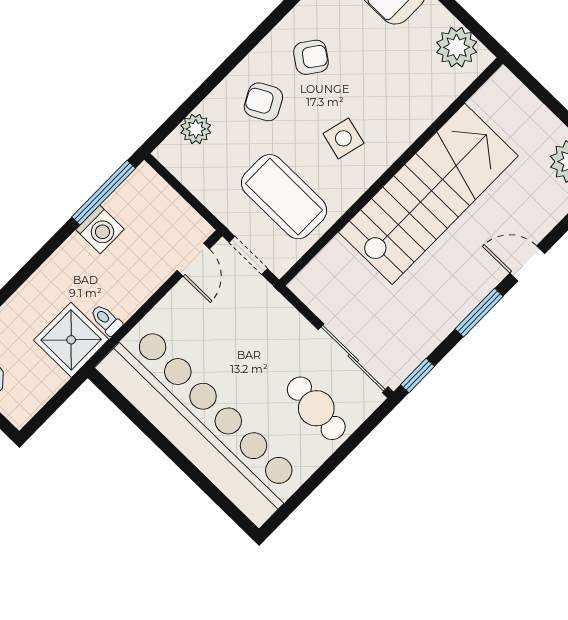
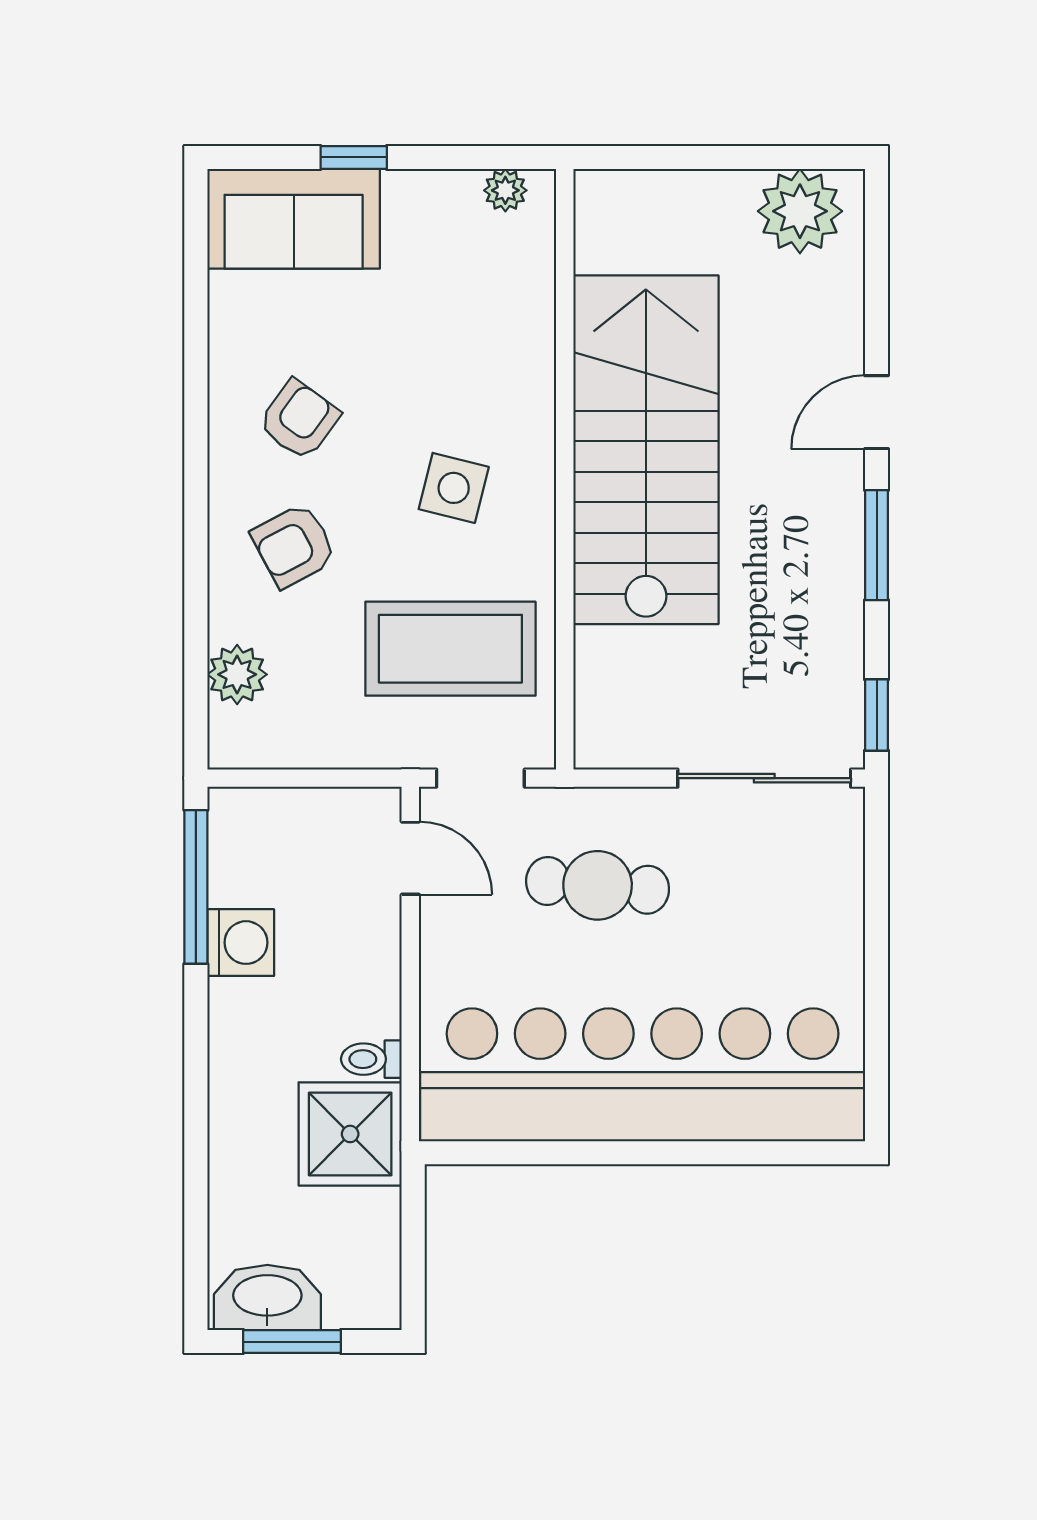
plant: (457, 47) -> (505, 190), width x0.53, depth x0.53
cafe table: (316, 408) -> (598, 885), moved

